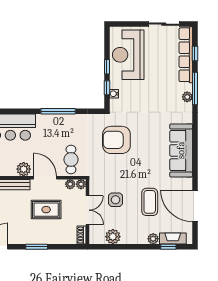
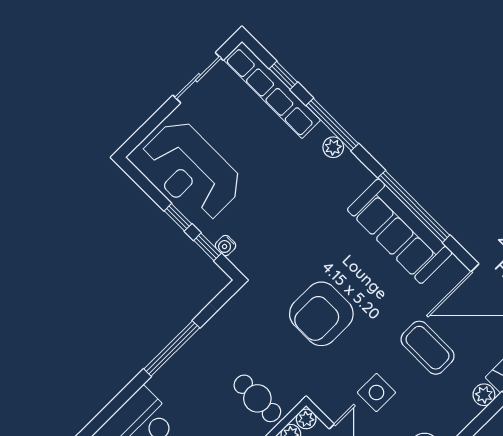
armchair: (116, 140) -> (321, 314), moved
window: (195, 147) -> (414, 206), added

